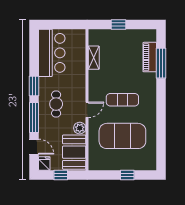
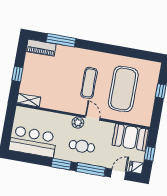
piano: (150, 57) -> (41, 48), moved
shelving: (94, 58) -> (29, 100), moved
plant: (80, 128) -> (78, 122), moved

